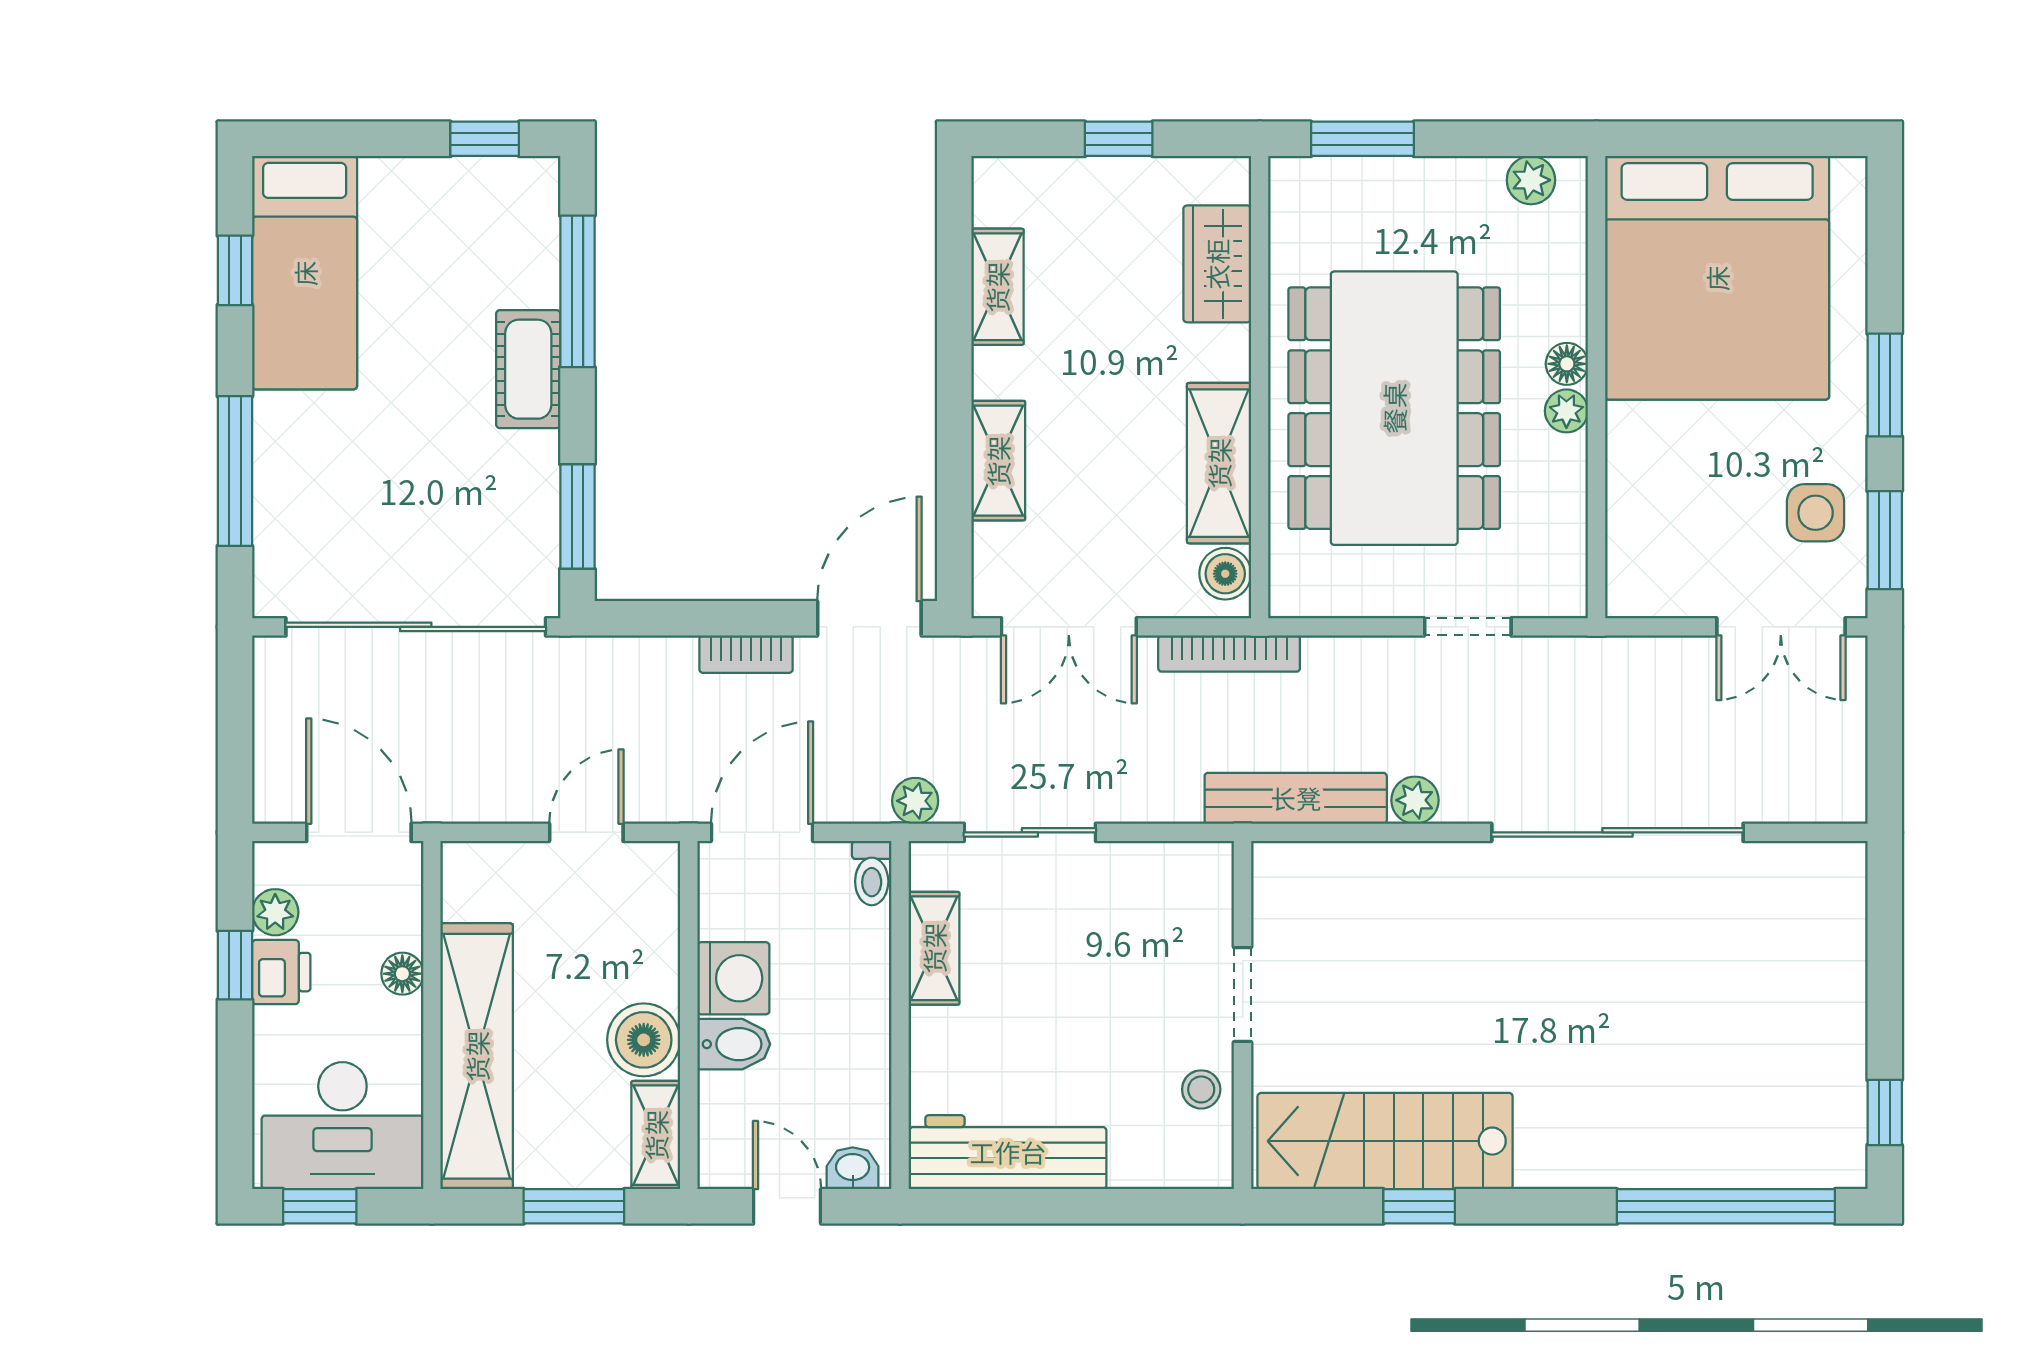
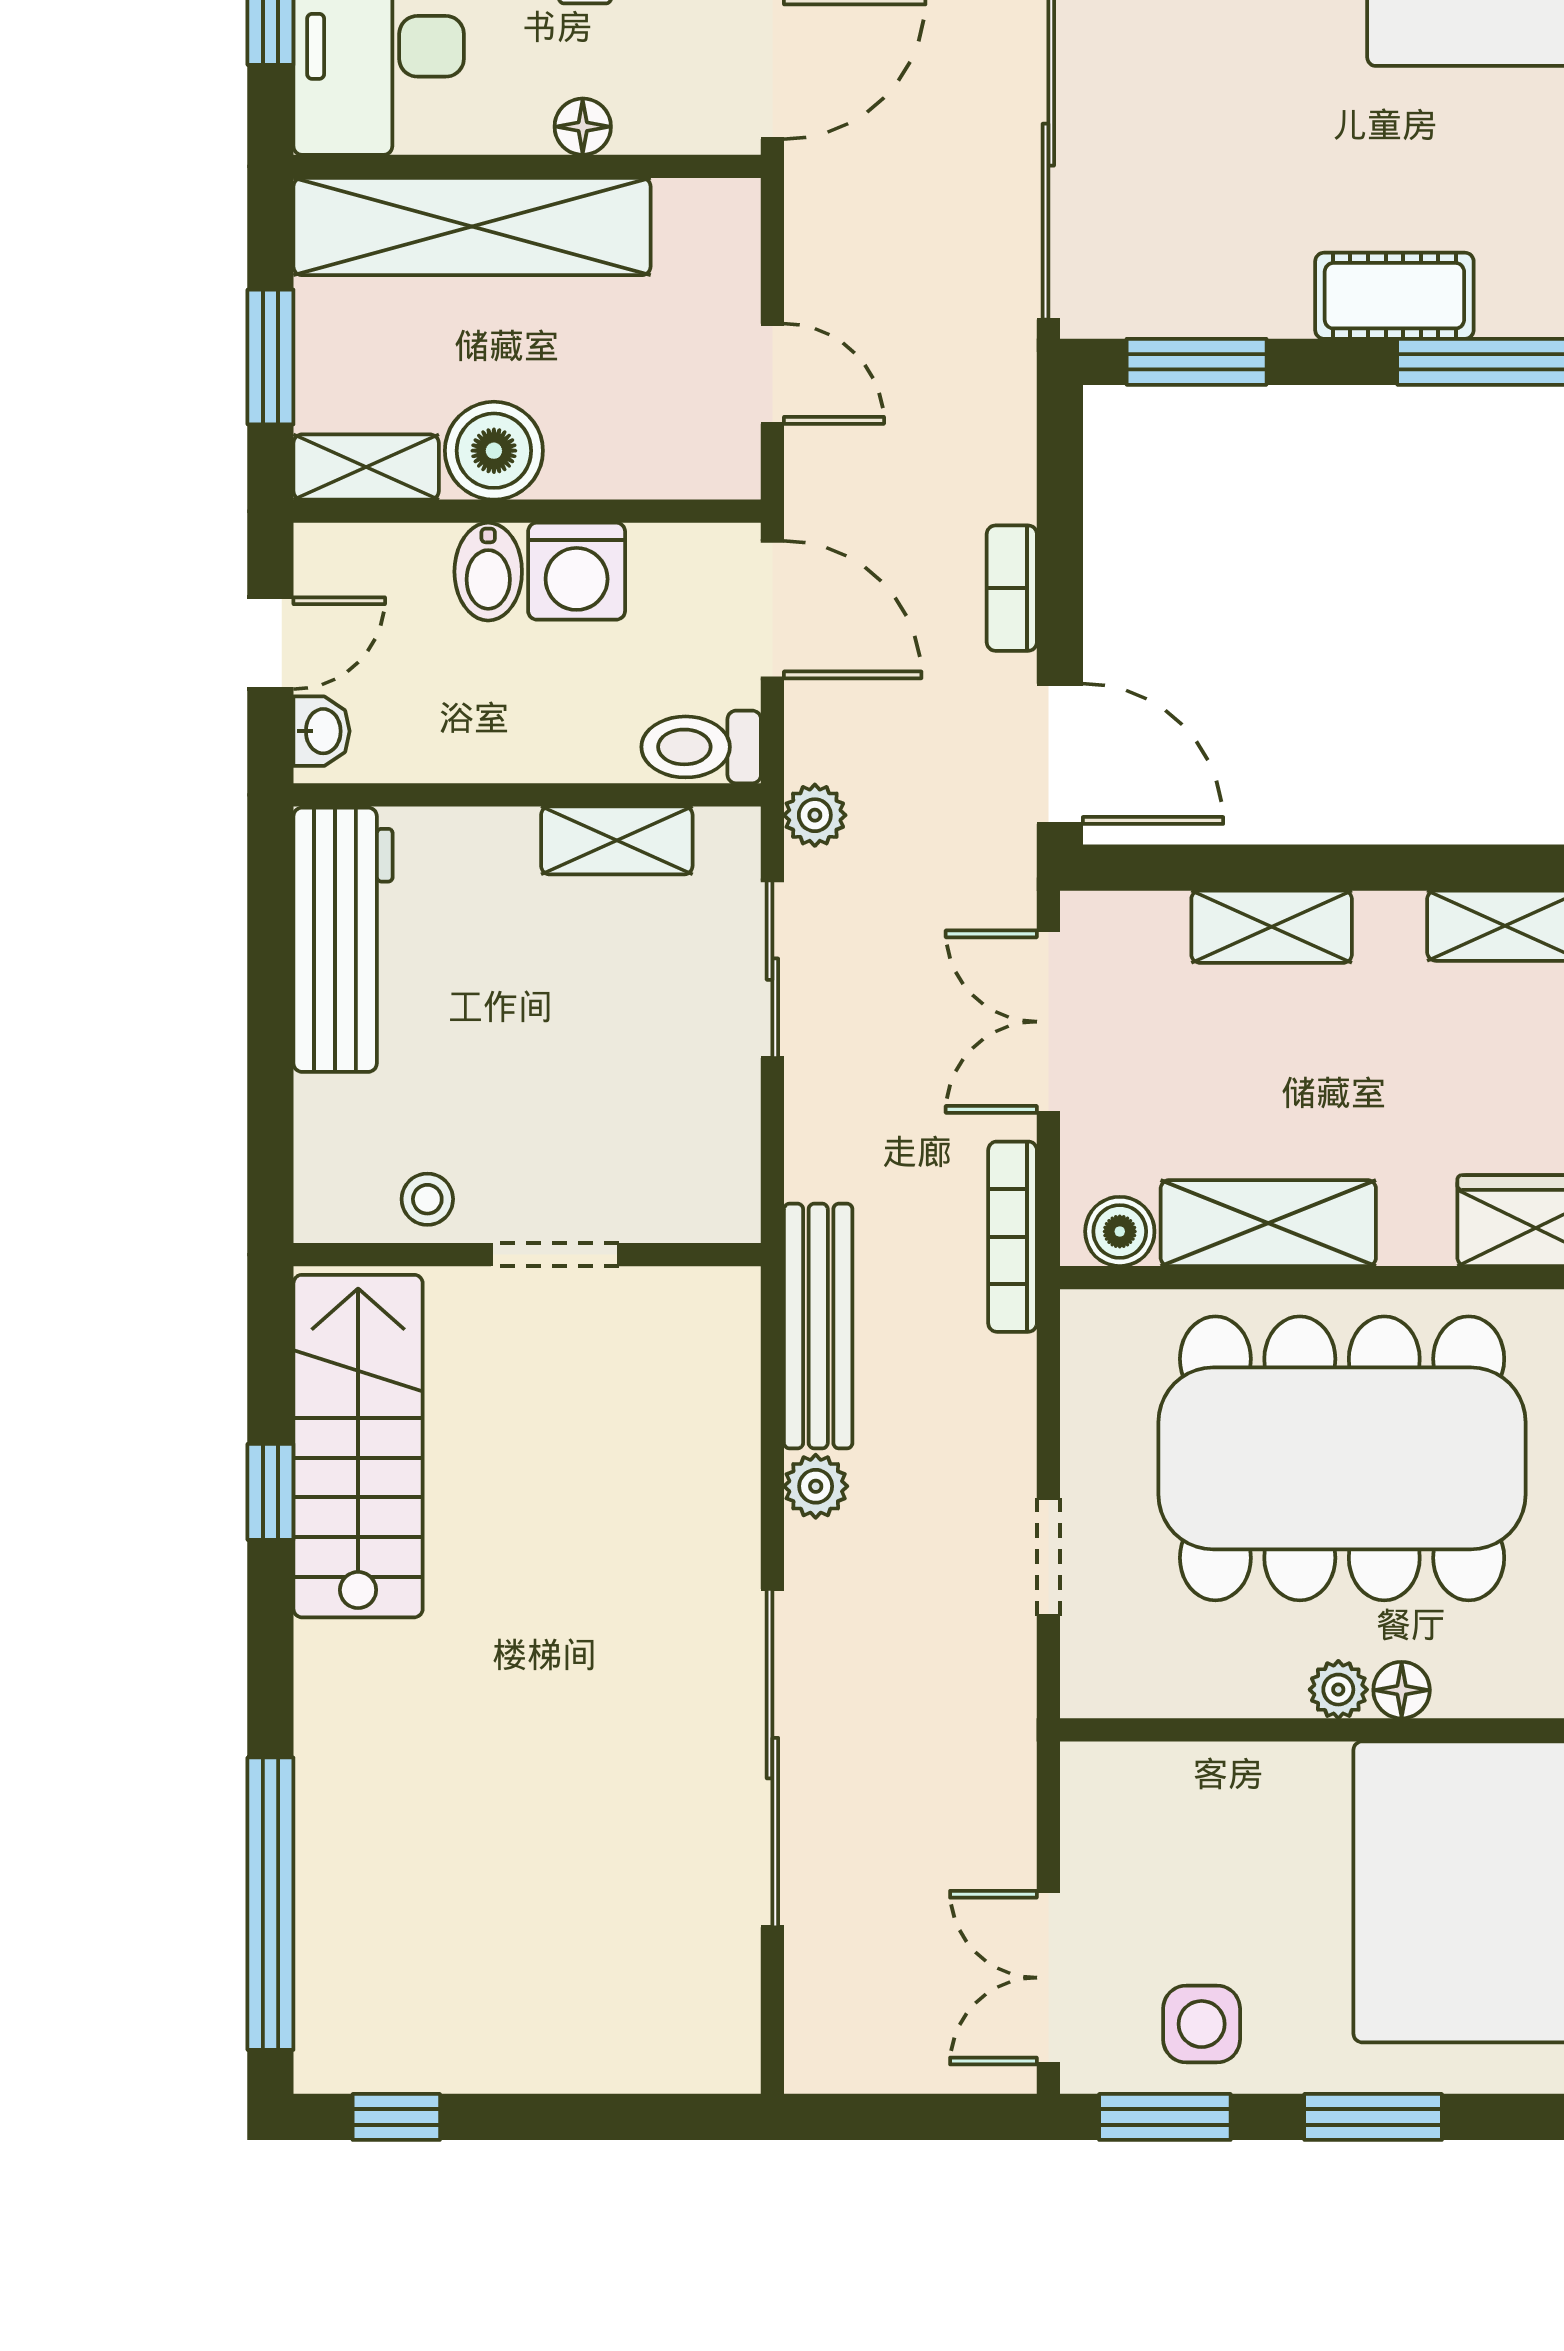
toilet: (872, 873) -> (701, 747), width x1.37, depth x1.39

